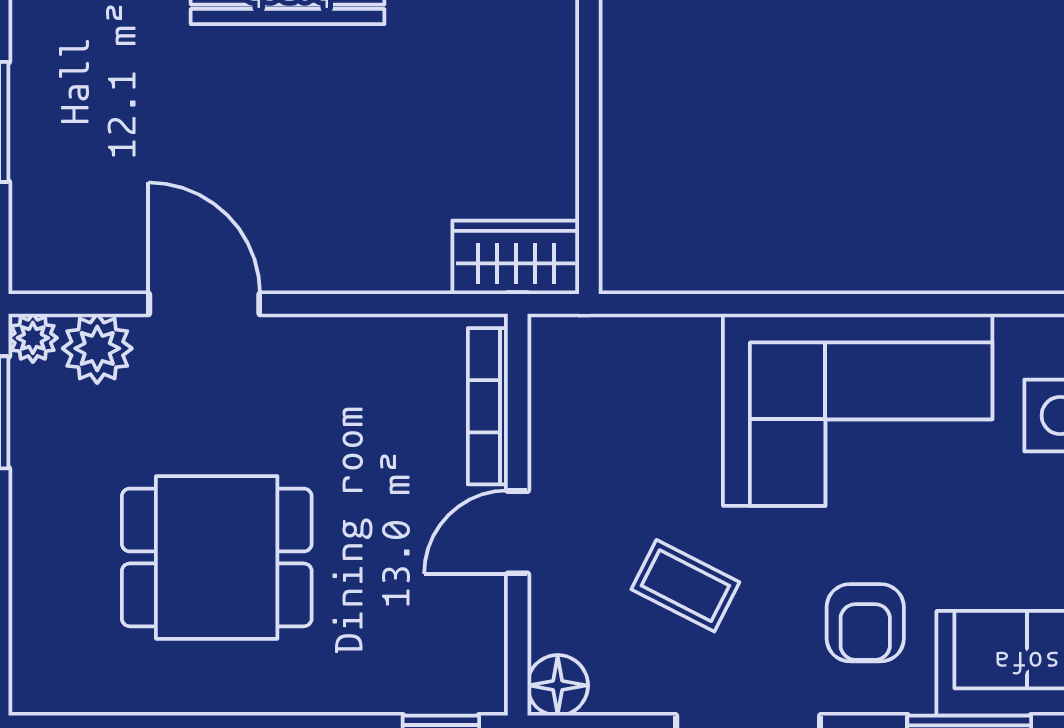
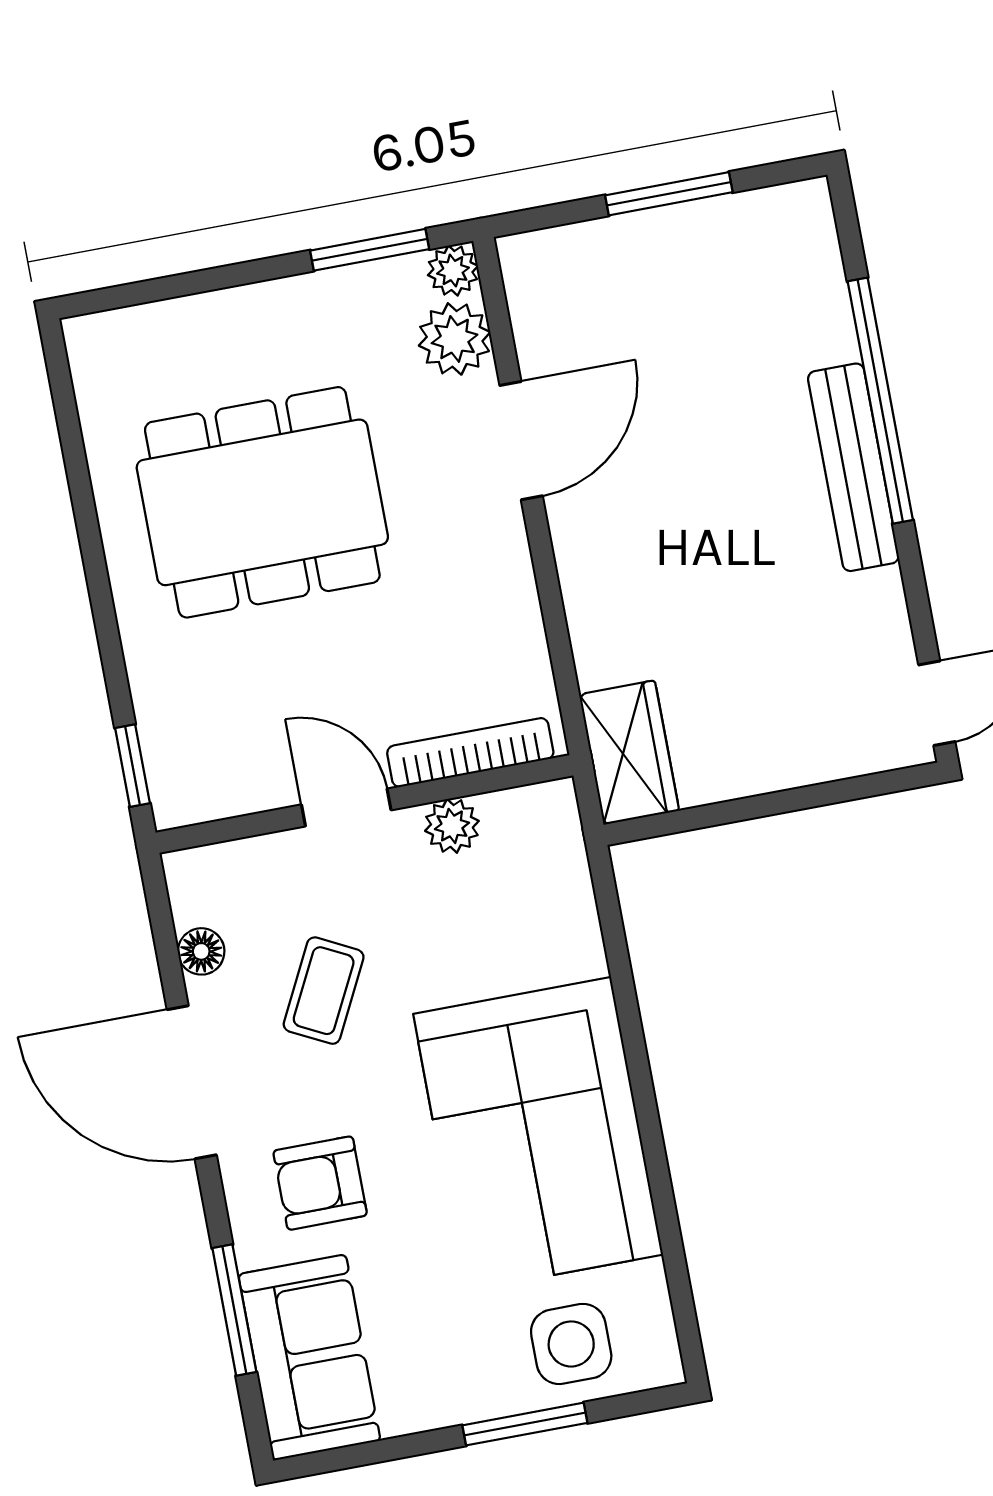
plant: (553, 436) -> (452, 826), added
dining table: (217, 557) -> (262, 502), width x1.37
floor lamp: (558, 685) -> (201, 951), moved, width x0.73, depth x0.73

